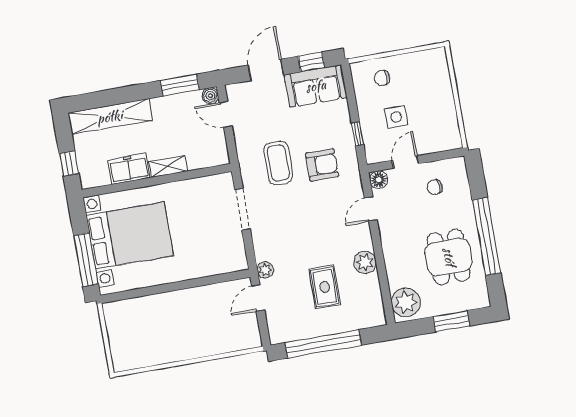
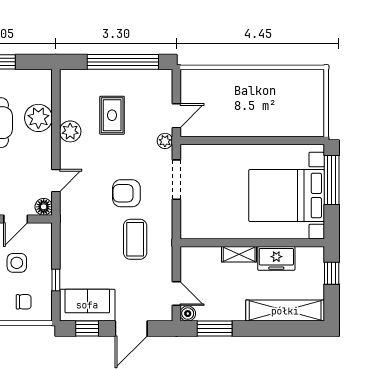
window: (358, 134) -> (56, 280), moved
armchair: (322, 165) -> (126, 193), moved
doorway: (242, 209) -> (176, 180), moved
plant: (406, 302) -> (38, 118), moved

